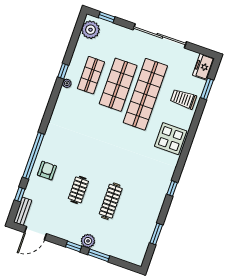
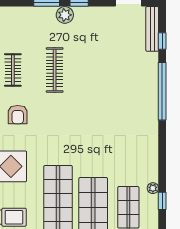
armchair: (47, 171) -> (18, 115), moved
clothes rail: (78, 190) -> (13, 70), moved
bench: (23, 211) -> (152, 29), width x1.36

